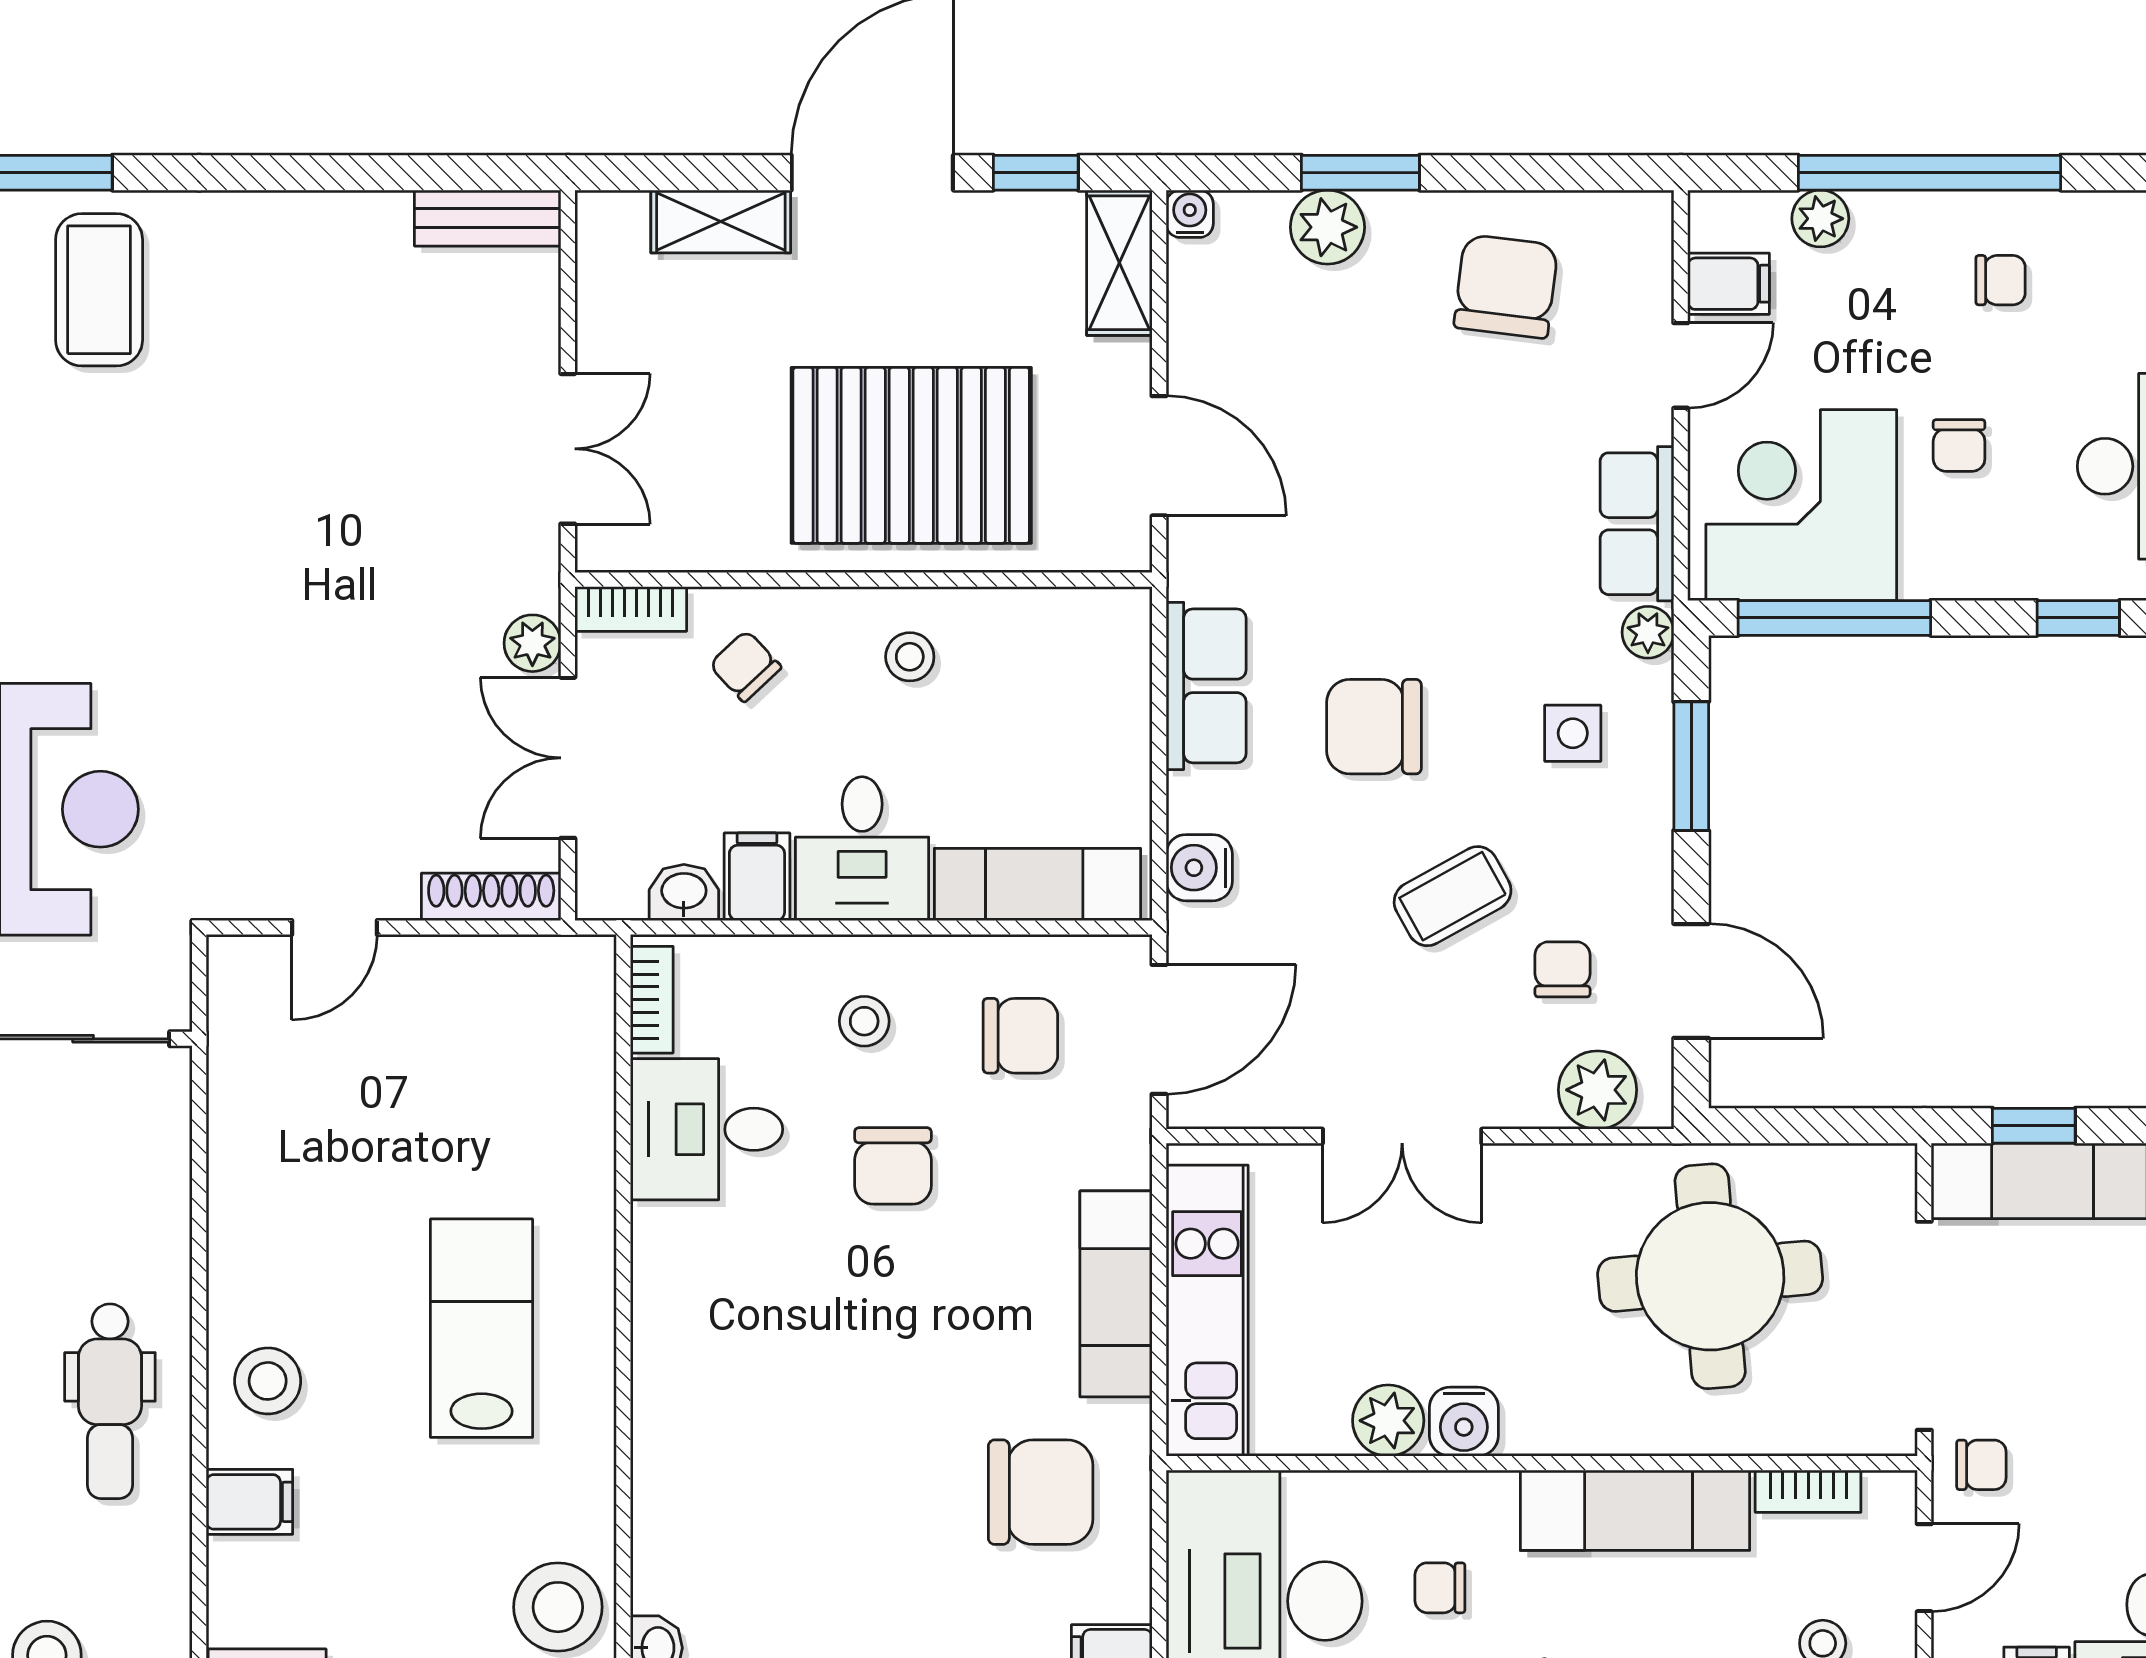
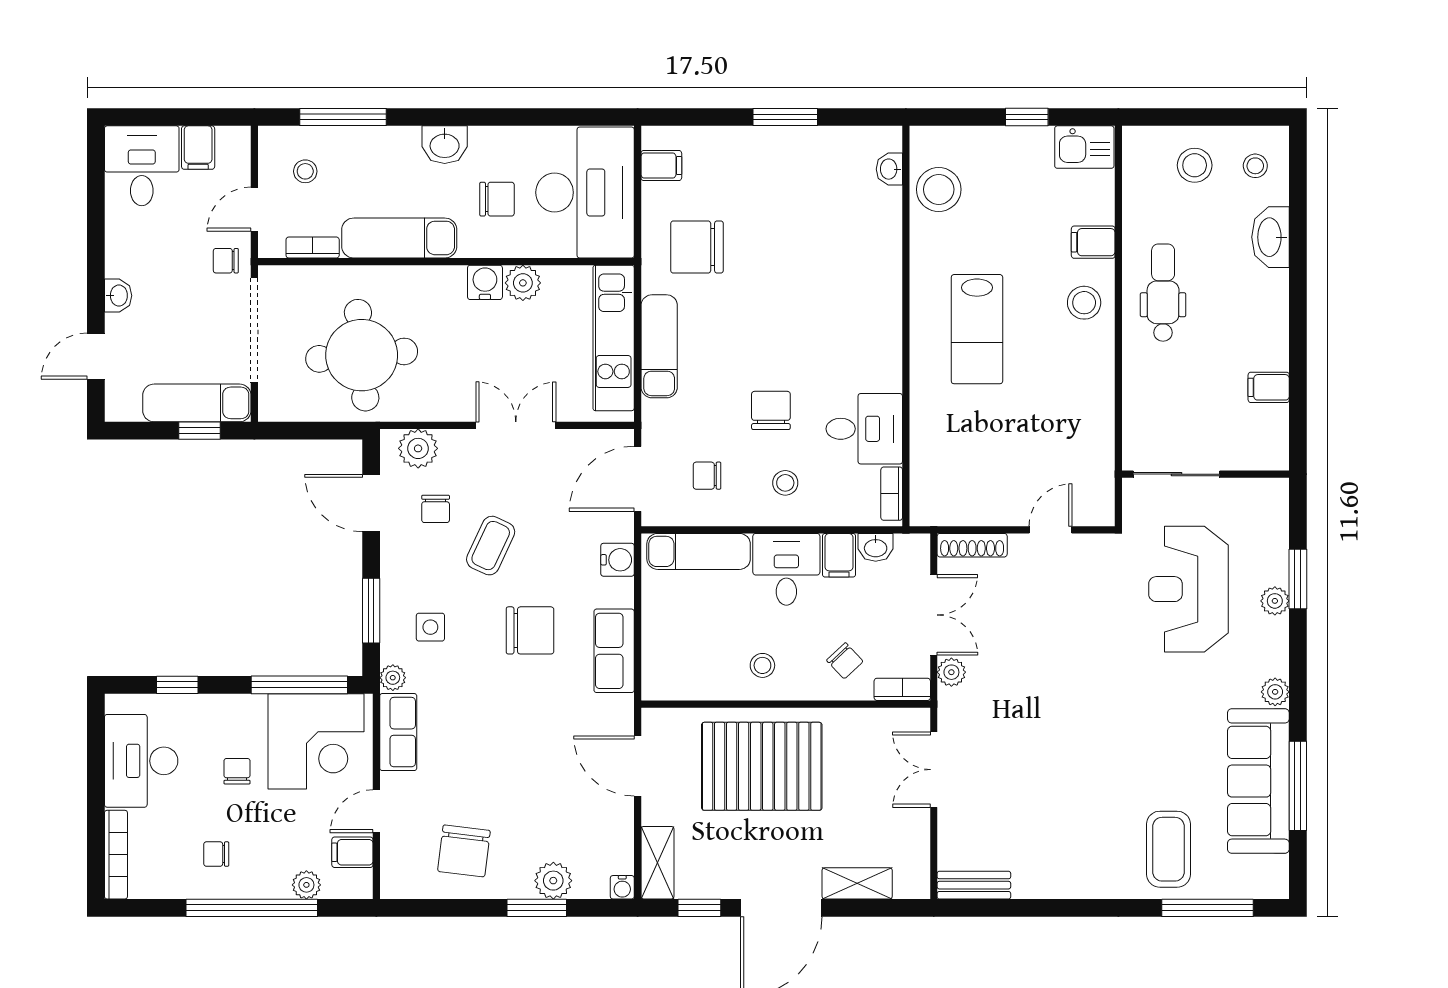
coffee table: (1453, 896) -> (491, 546), turned -36
chair: (1020, 1036) -> (707, 476), width x0.73, depth x0.73
chair: (1440, 1588) -> (497, 199), width x1.37, depth x1.37

